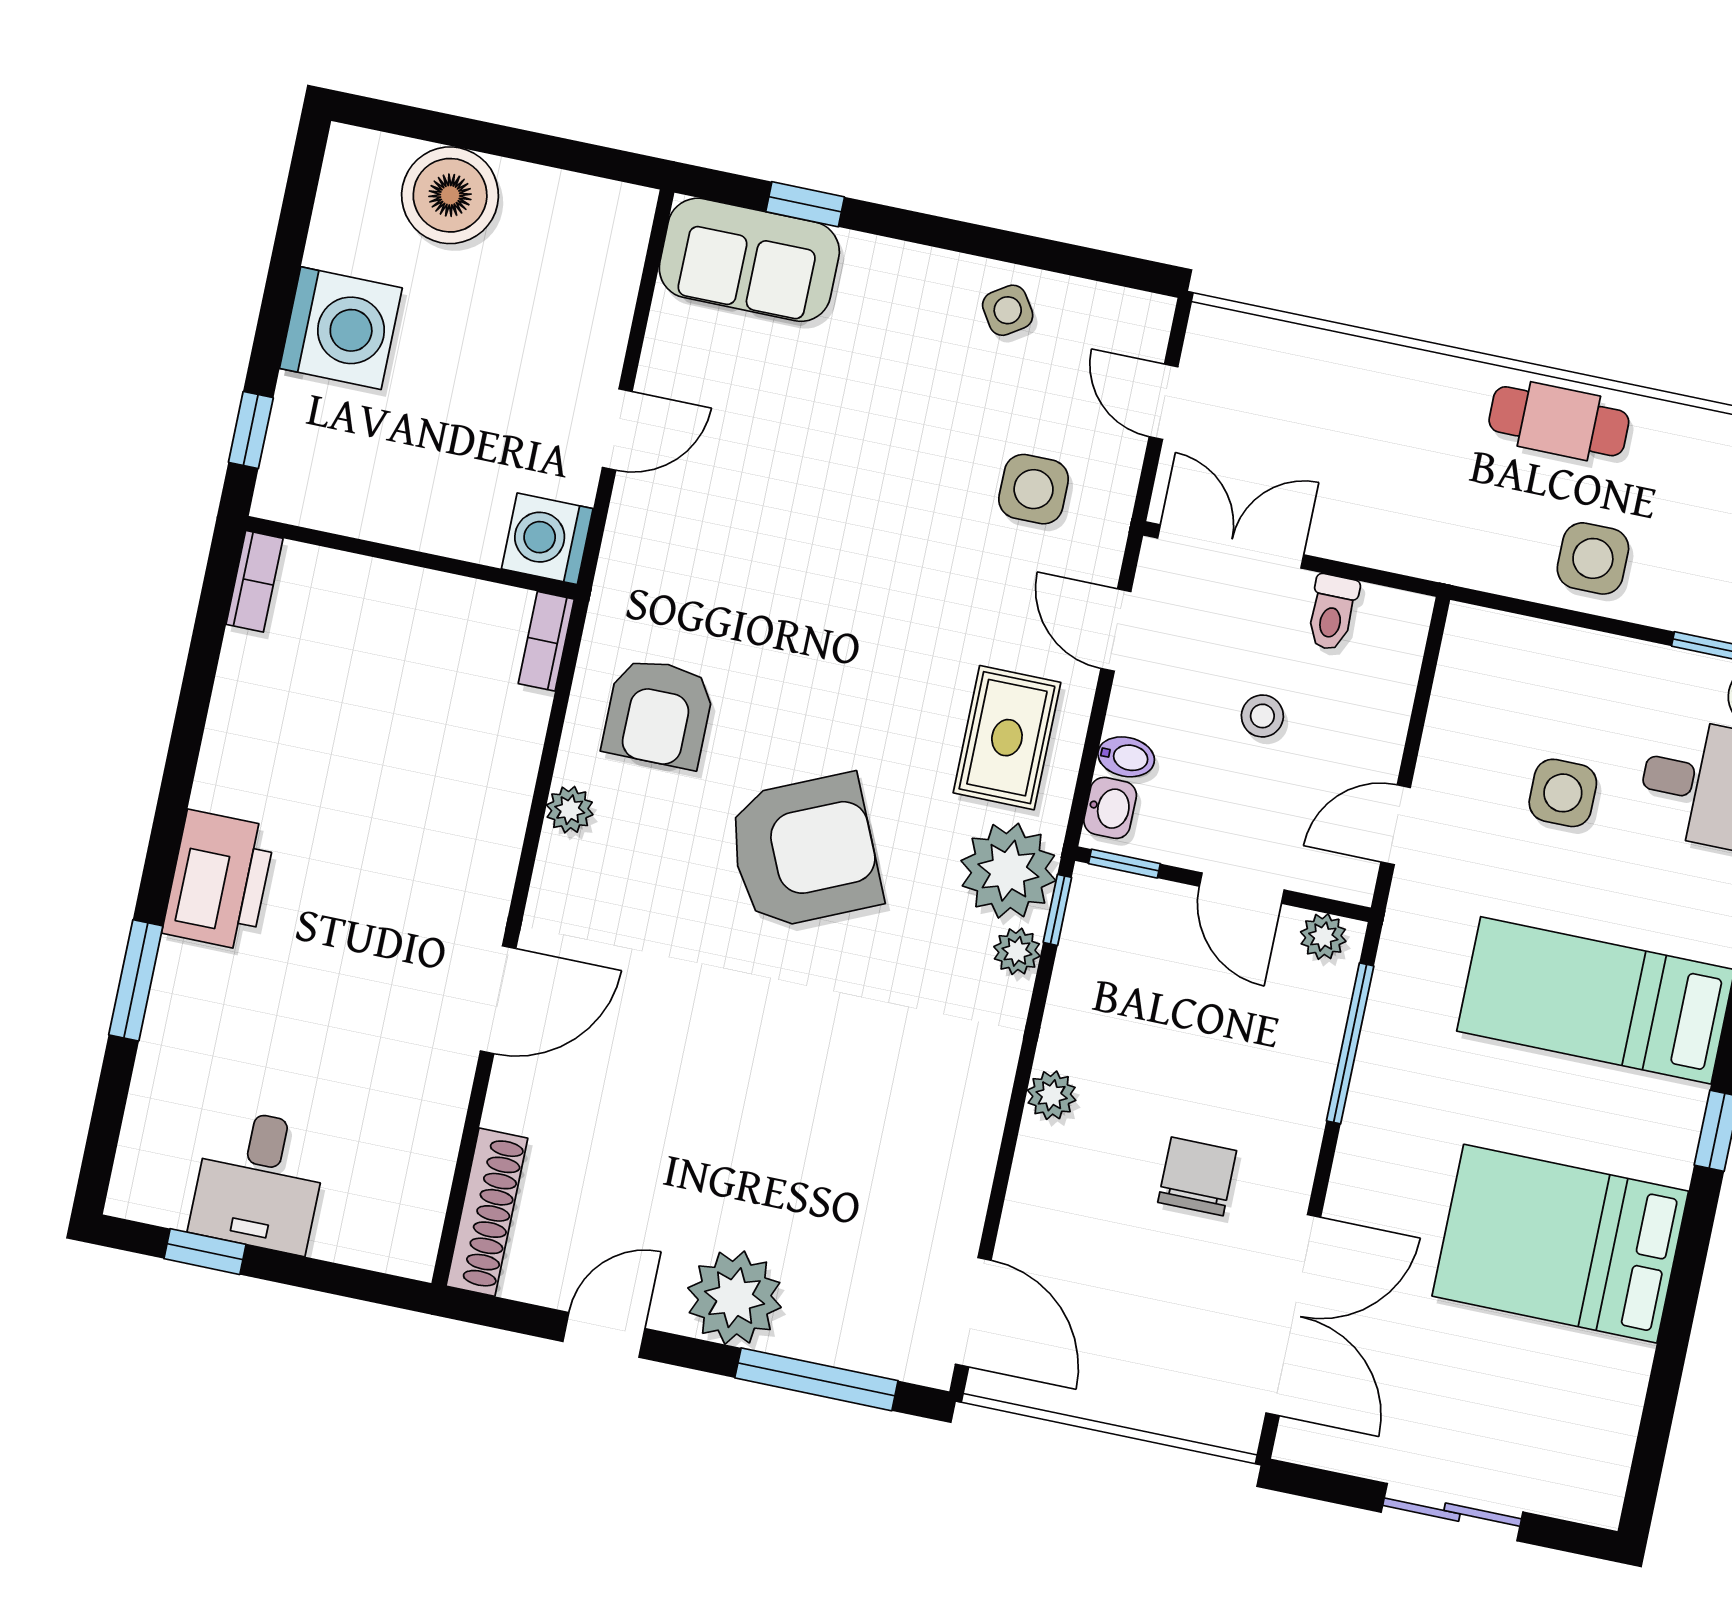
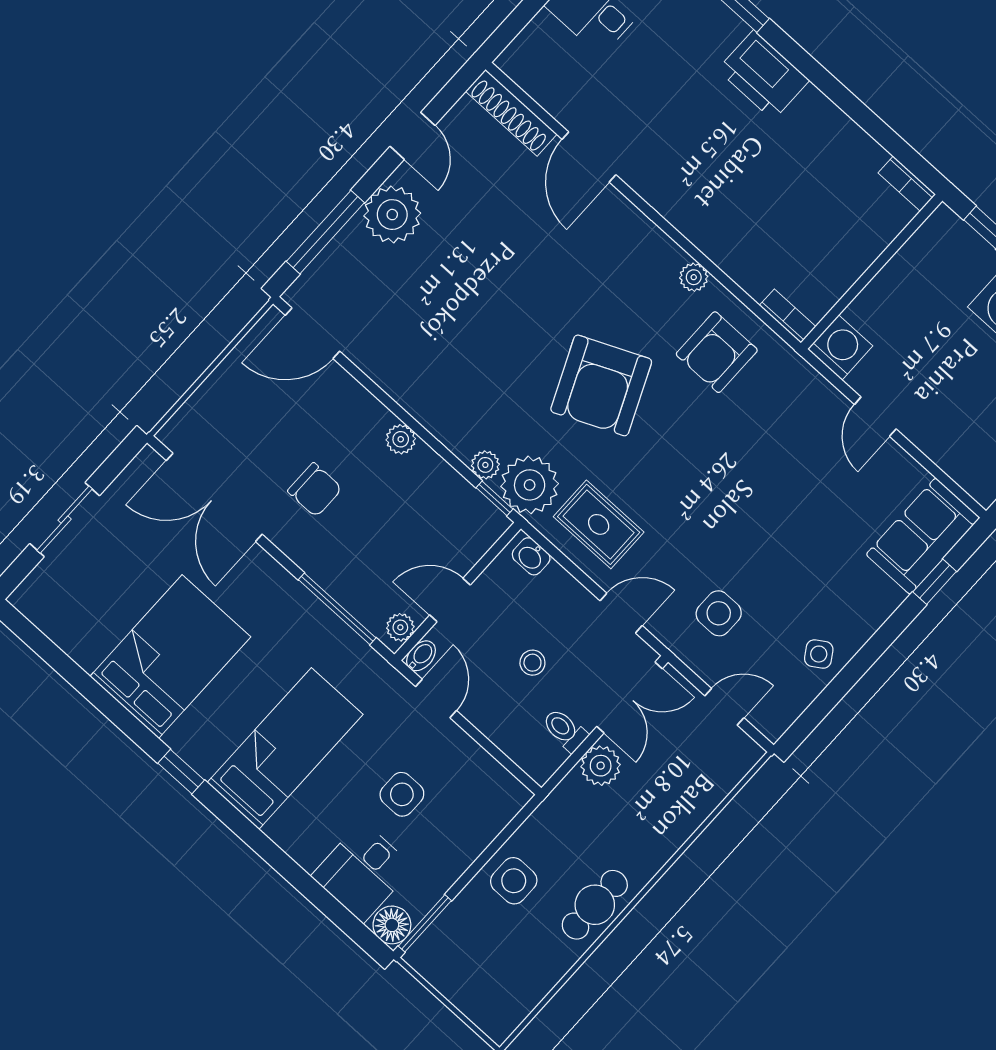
plant: (1353, 531) -> (601, 766), added
armchair: (658, 713) -> (717, 352), turned -90
bidet: (1126, 757) -> (421, 656), moved, turned 180
window: (1124, 864) -> (498, 547), removed
door: (498, 1000) -> (589, 157), moved

